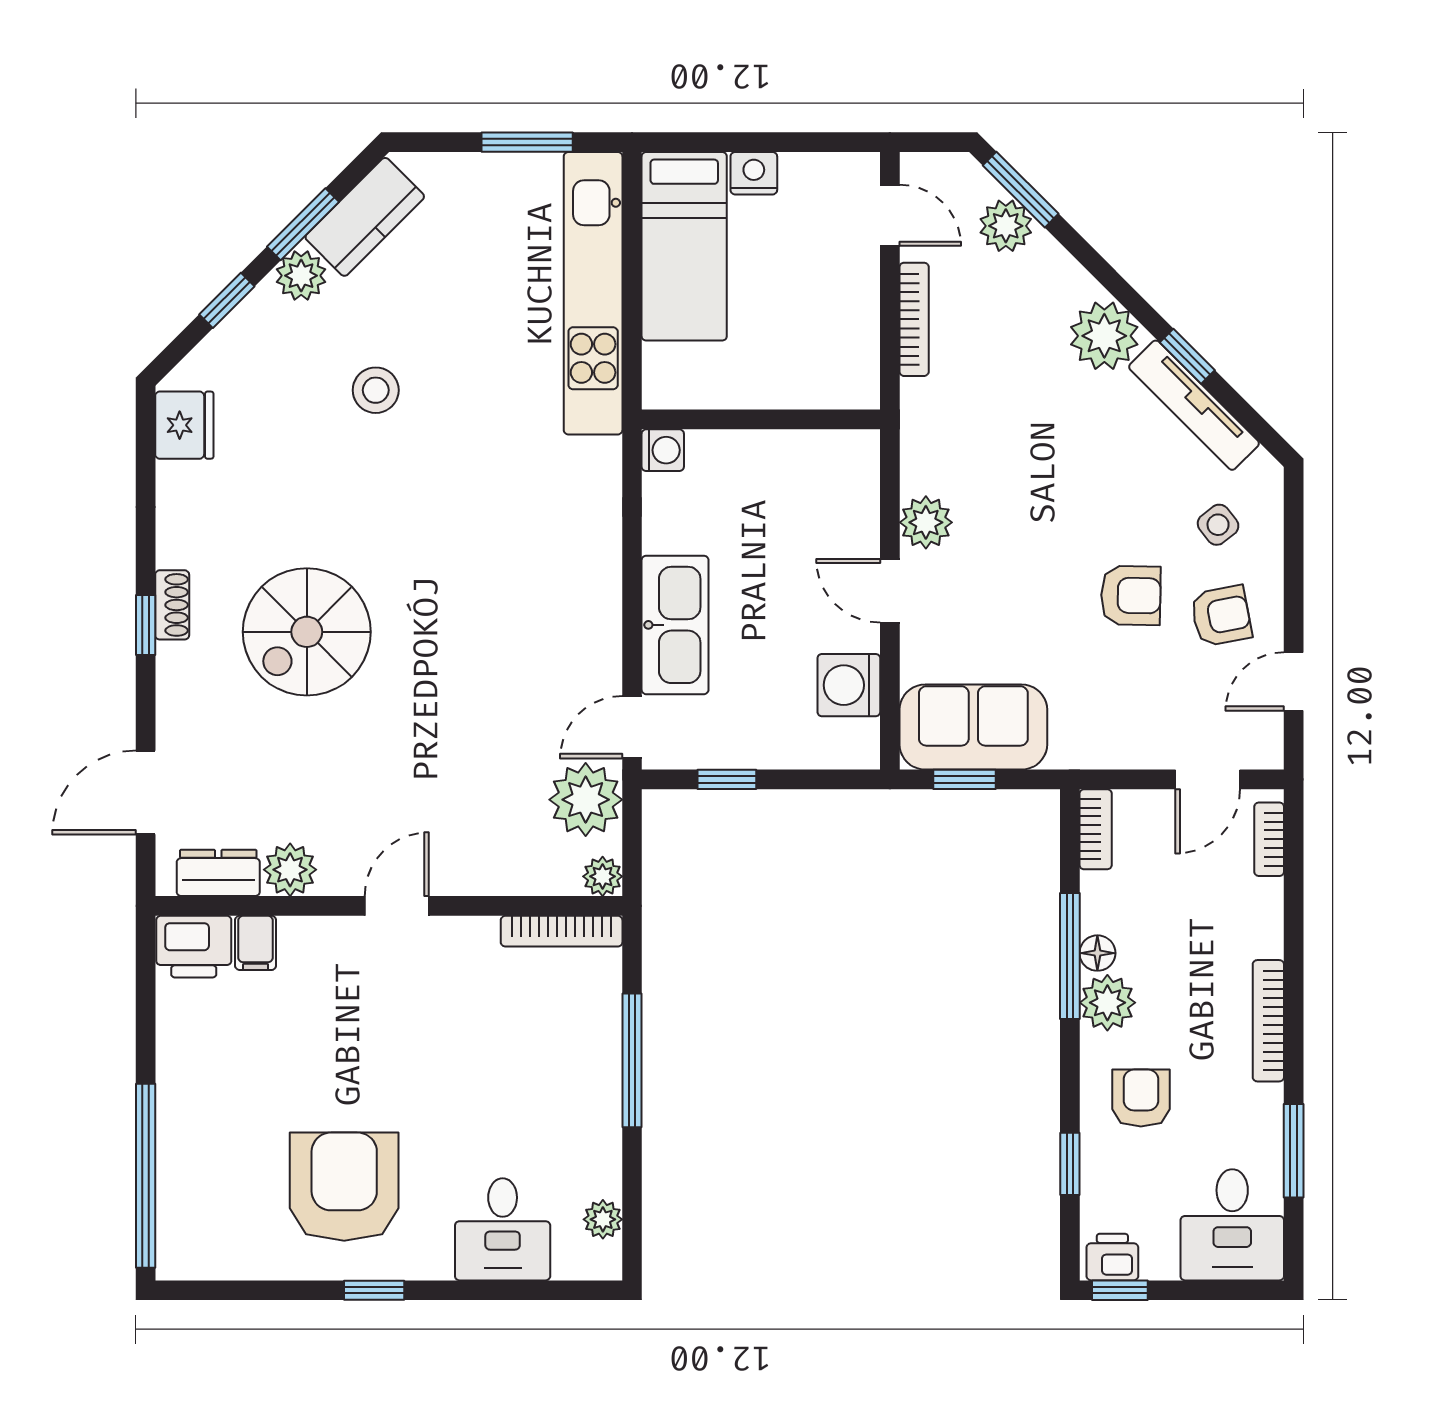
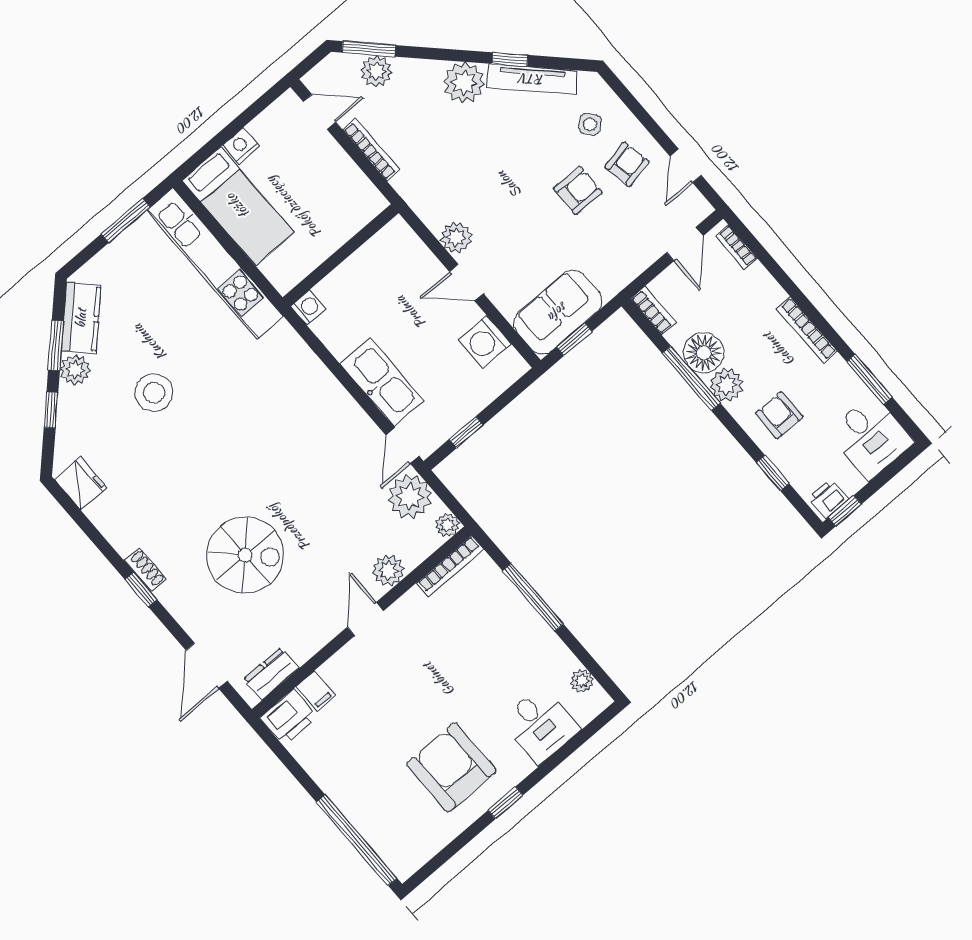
stool: (376, 390) -> (154, 393), width x1.38, depth x1.38
spiral stairs: (307, 632) -> (245, 555), moved, turned -90
plant: (290, 870) -> (388, 570), moved
floor lamp: (1097, 953) -> (704, 353), width x1.89, depth x1.89

